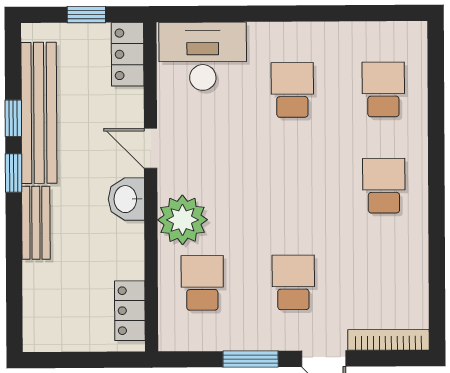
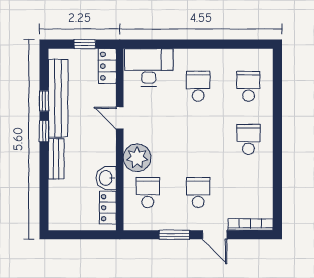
washbasin: (126, 199) -> (106, 178), moved

